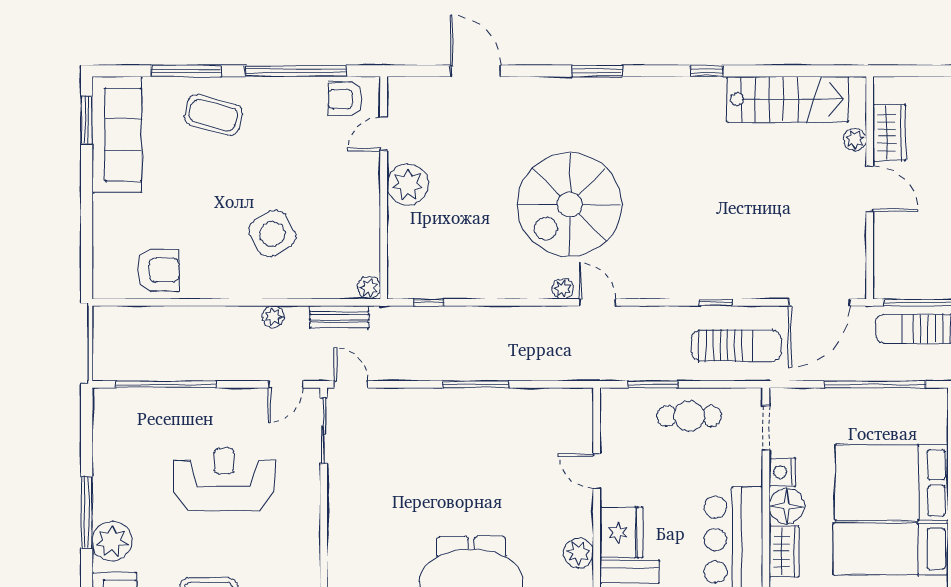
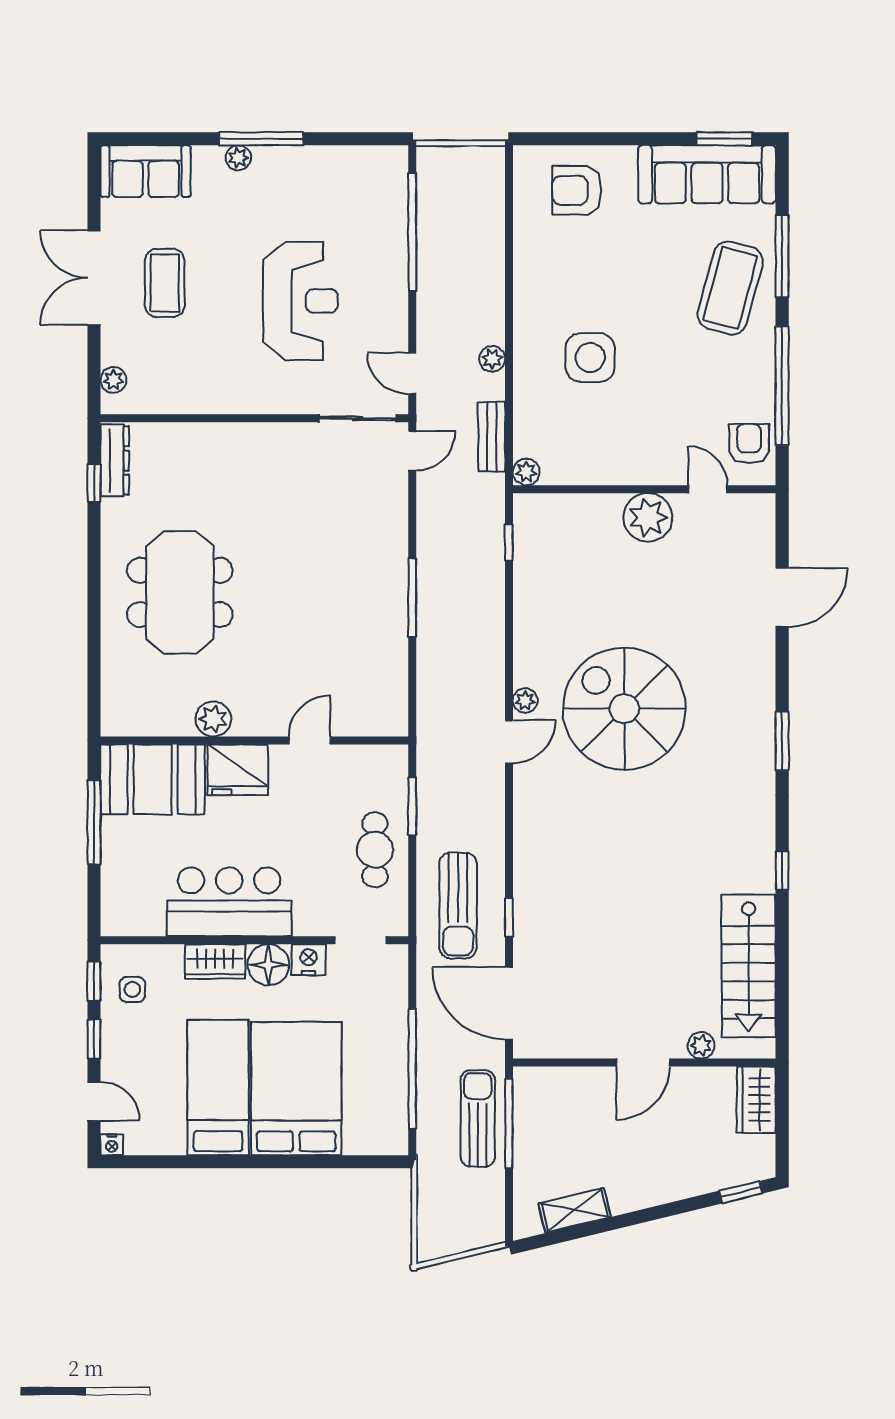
coffee table: (213, 115) -> (730, 288), width x1.36, depth x1.32
wardrobe: (889, 133) -> (756, 1100), moved, turned 90
side table: (272, 234) -> (590, 358), turned 30
armchair: (158, 270) -> (577, 190), moved, turned 90
window: (716, 302) -> (509, 917), moved
plant: (112, 541) -> (238, 158), width x0.53, depth x0.53

